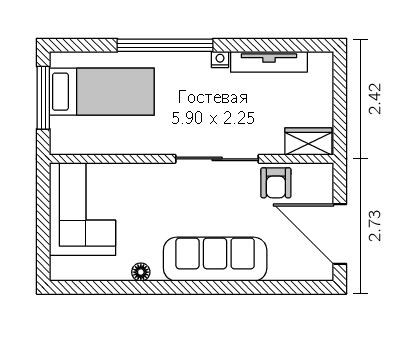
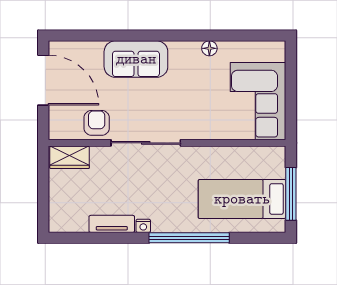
tv unit: (269, 62) -> (112, 224), width x0.71
sofa: (215, 259) -> (136, 59), width x0.73

